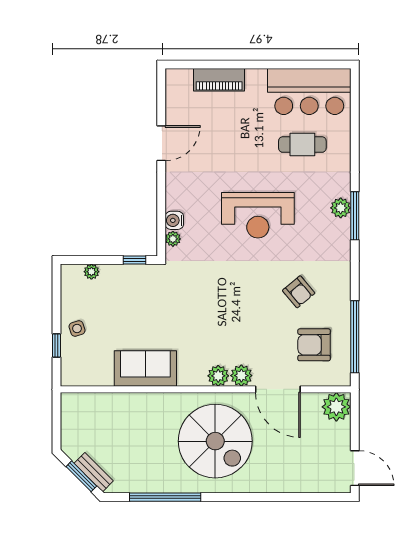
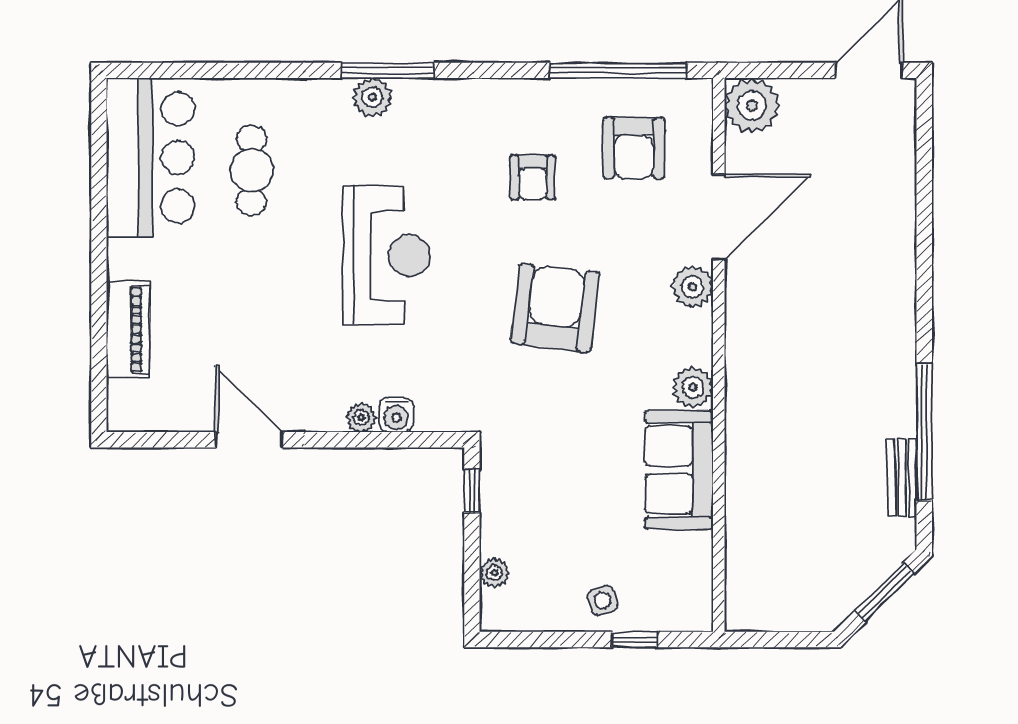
plant: (173, 239) -> (361, 418), moved
armchair: (299, 292) -> (533, 177), turned 130
armchair: (230, 304) -> (555, 308), added
plant: (218, 376) -> (693, 387), moved
spiral stairs: (215, 441) -> (817, 337), removed
bench: (94, 472) -> (902, 478), moved, turned -45

